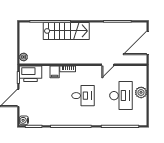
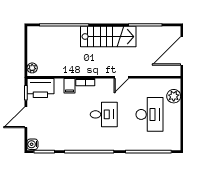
stairs: (66, 31) -> (108, 37), moved
door: (108, 65) -> (121, 77), moved
plant: (141, 92) -> (174, 96), moved

